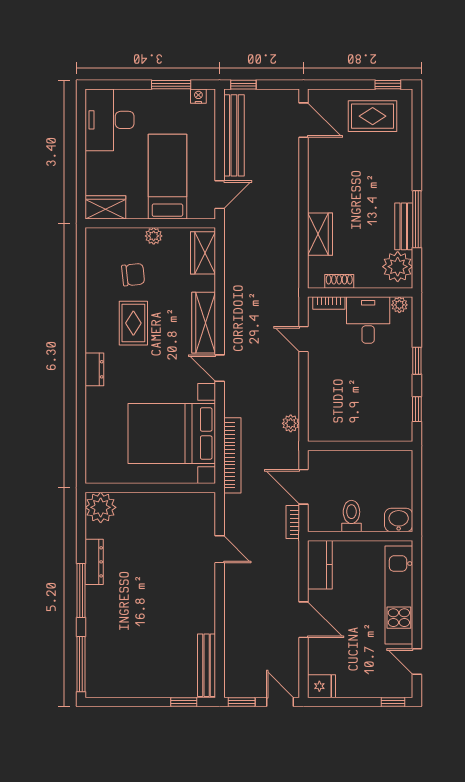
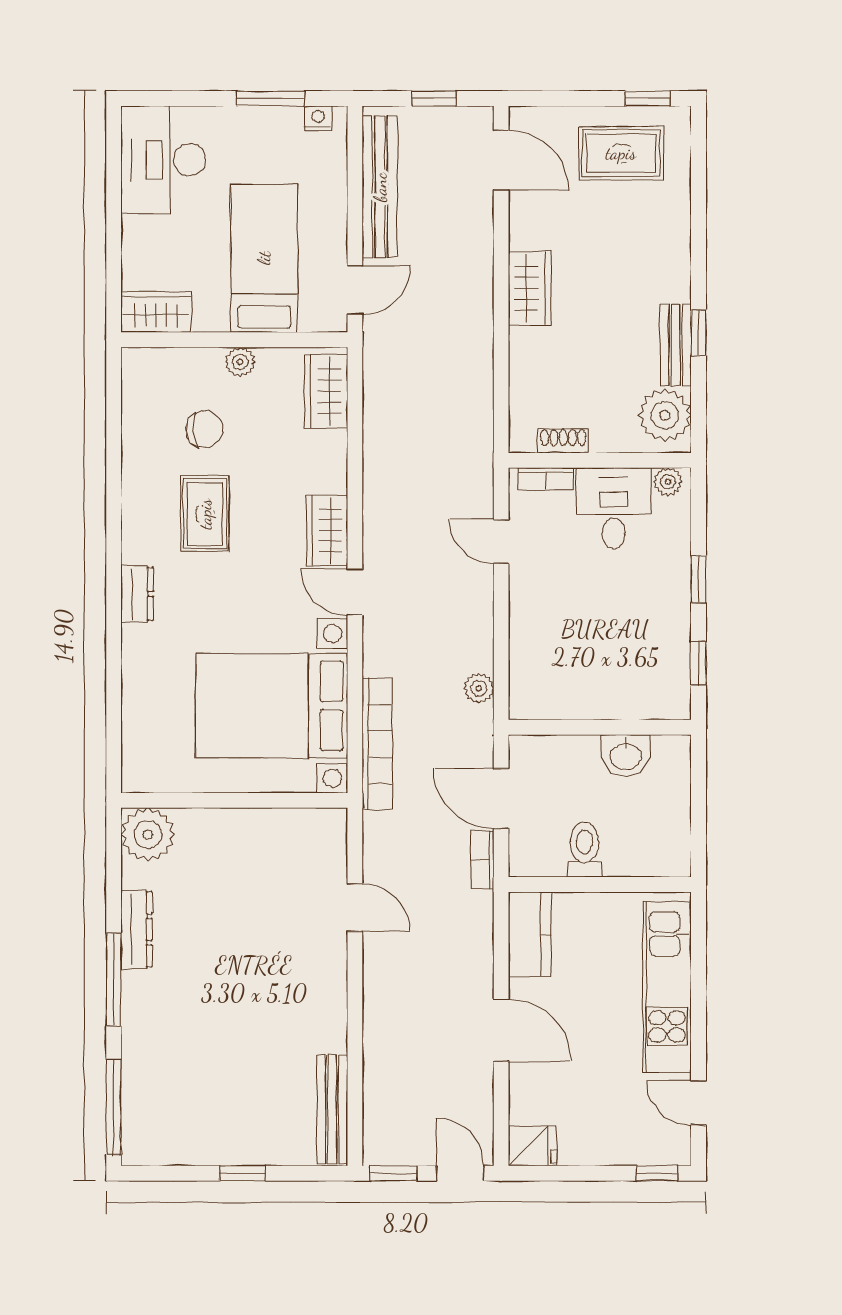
window: (243, 85) -> (434, 98), moved
window: (417, 219) -> (699, 333), width x0.46
wardrobe: (320, 234) -> (530, 288), moved
wardrobe: (204, 323) -> (327, 530), width x0.67
washbasin: (399, 520) -> (626, 755), moved, turned 180
window: (184, 702) -> (243, 1173), moved

